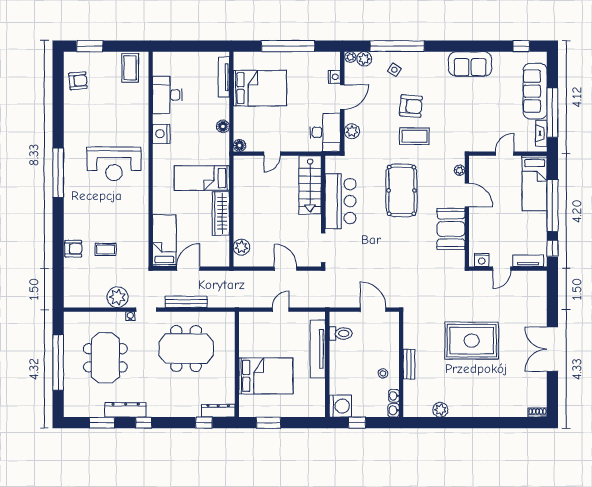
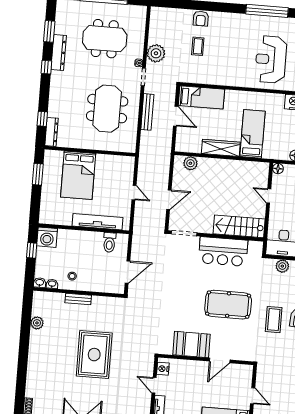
plant: (460, 170) -> (241, 356), removed

